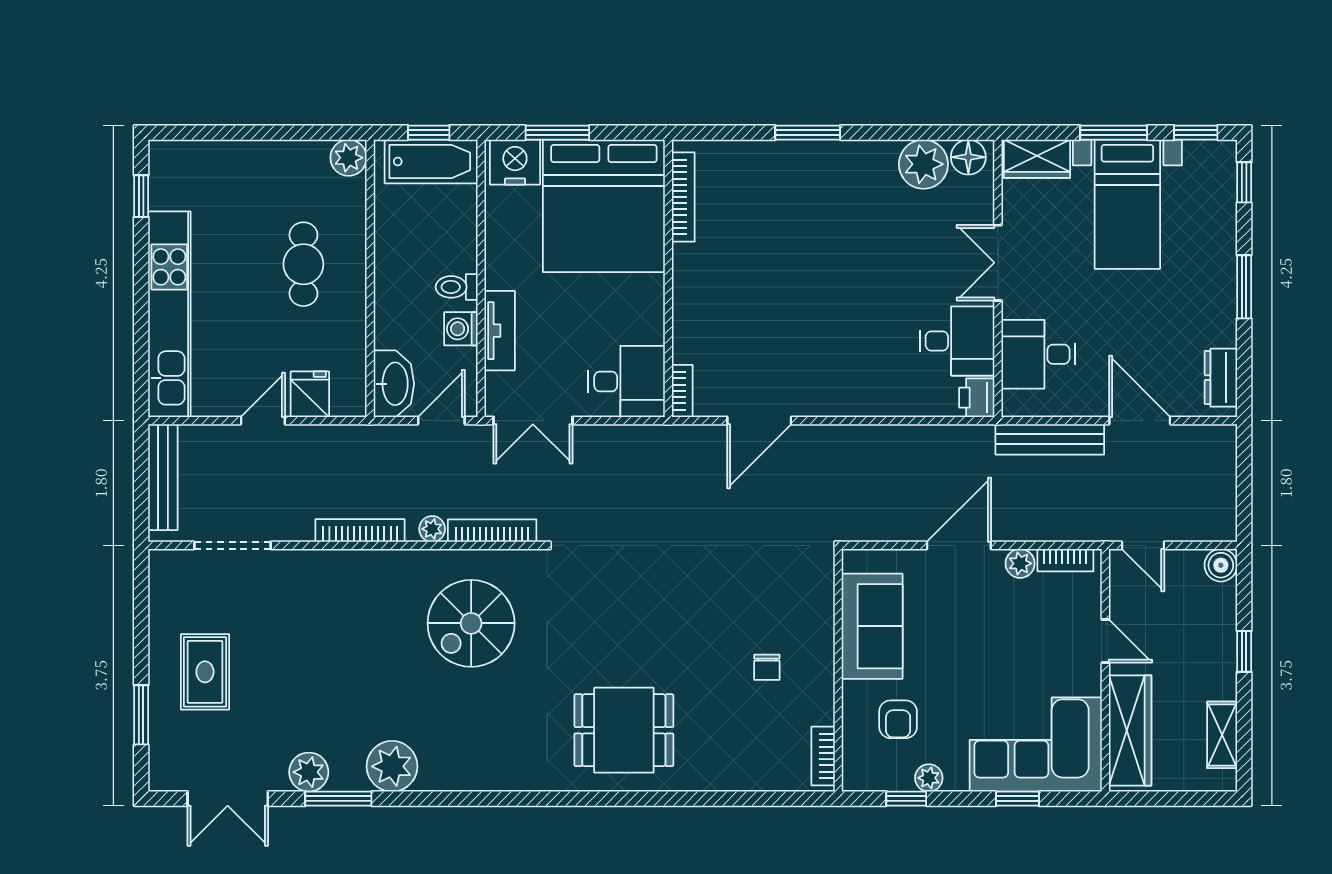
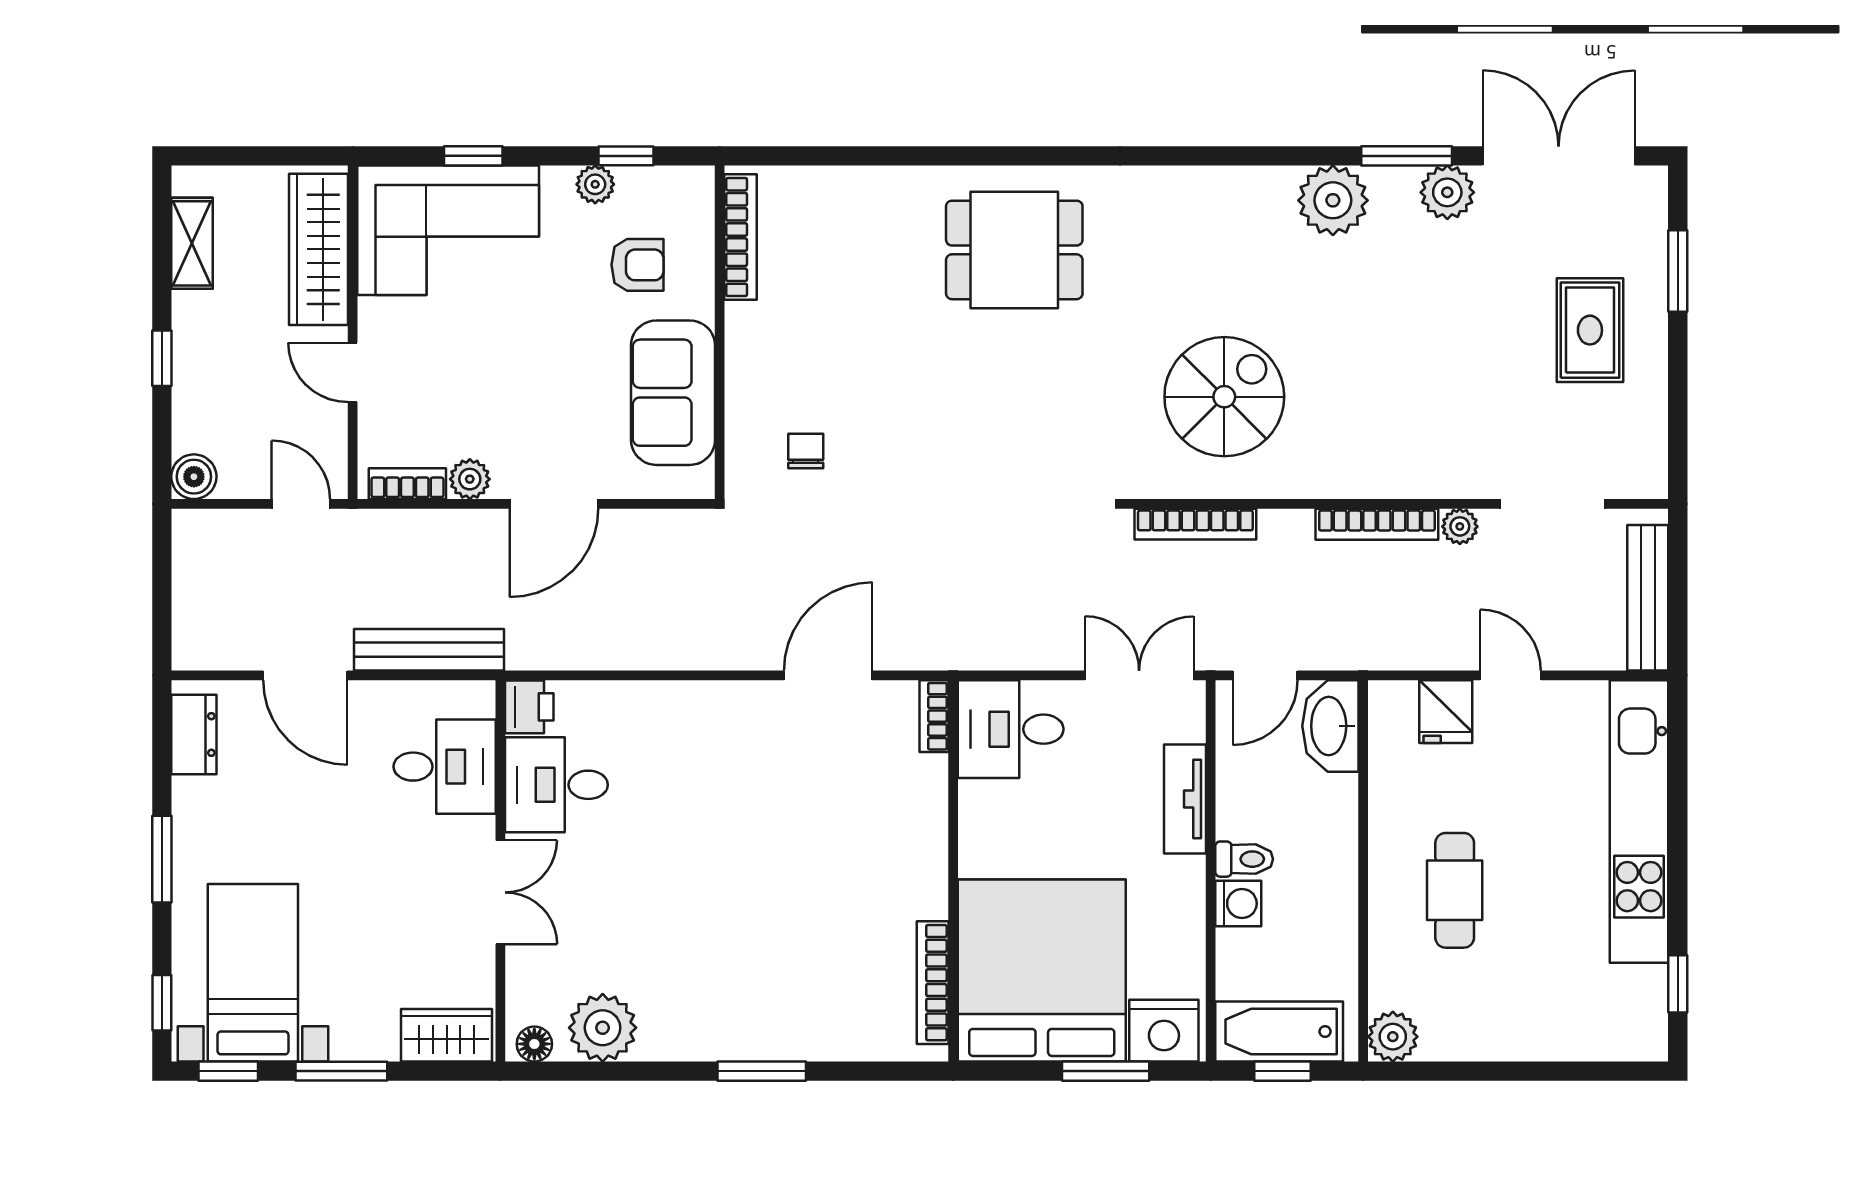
floor lamp: (968, 157) -> (534, 1044), width x0.73, depth x0.73
bed with nightstands: (1127, 204) -> (253, 973), moved
washing machine: (461, 329) -> (1238, 903), moved
door: (263, 421) -> (1510, 675), swing flipped
plant: (432, 529) -> (1460, 526), moved
chair: (767, 667) -> (806, 451), moved
armchair: (898, 719) -> (637, 265), turned 90
bookcase: (823, 756) -> (740, 237), width x1.56
double door: (228, 799) -> (1559, 156), width x1.37

